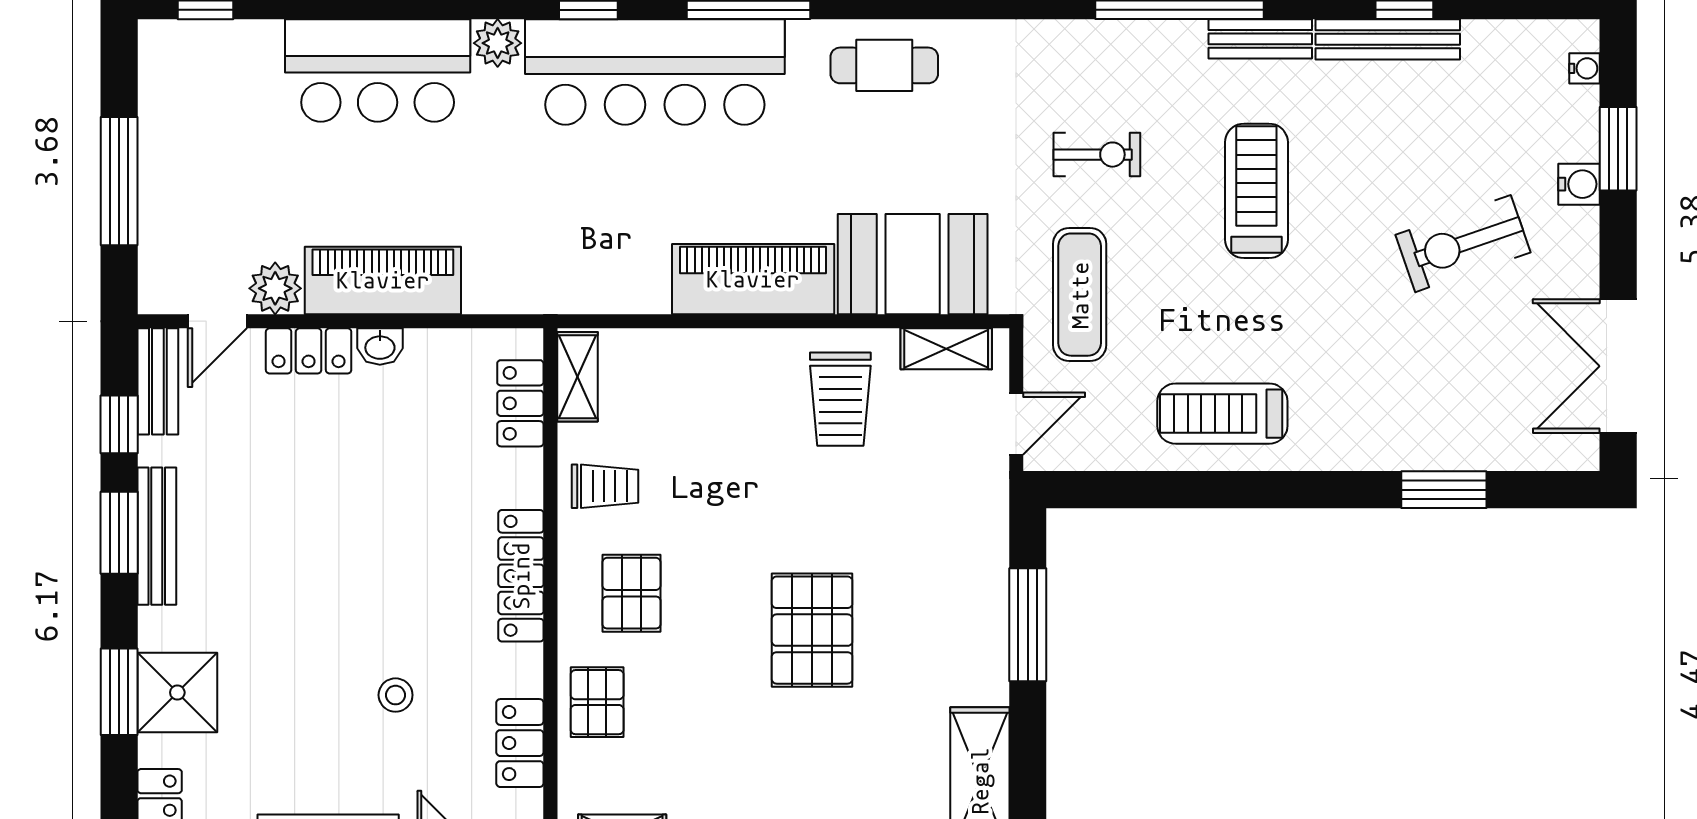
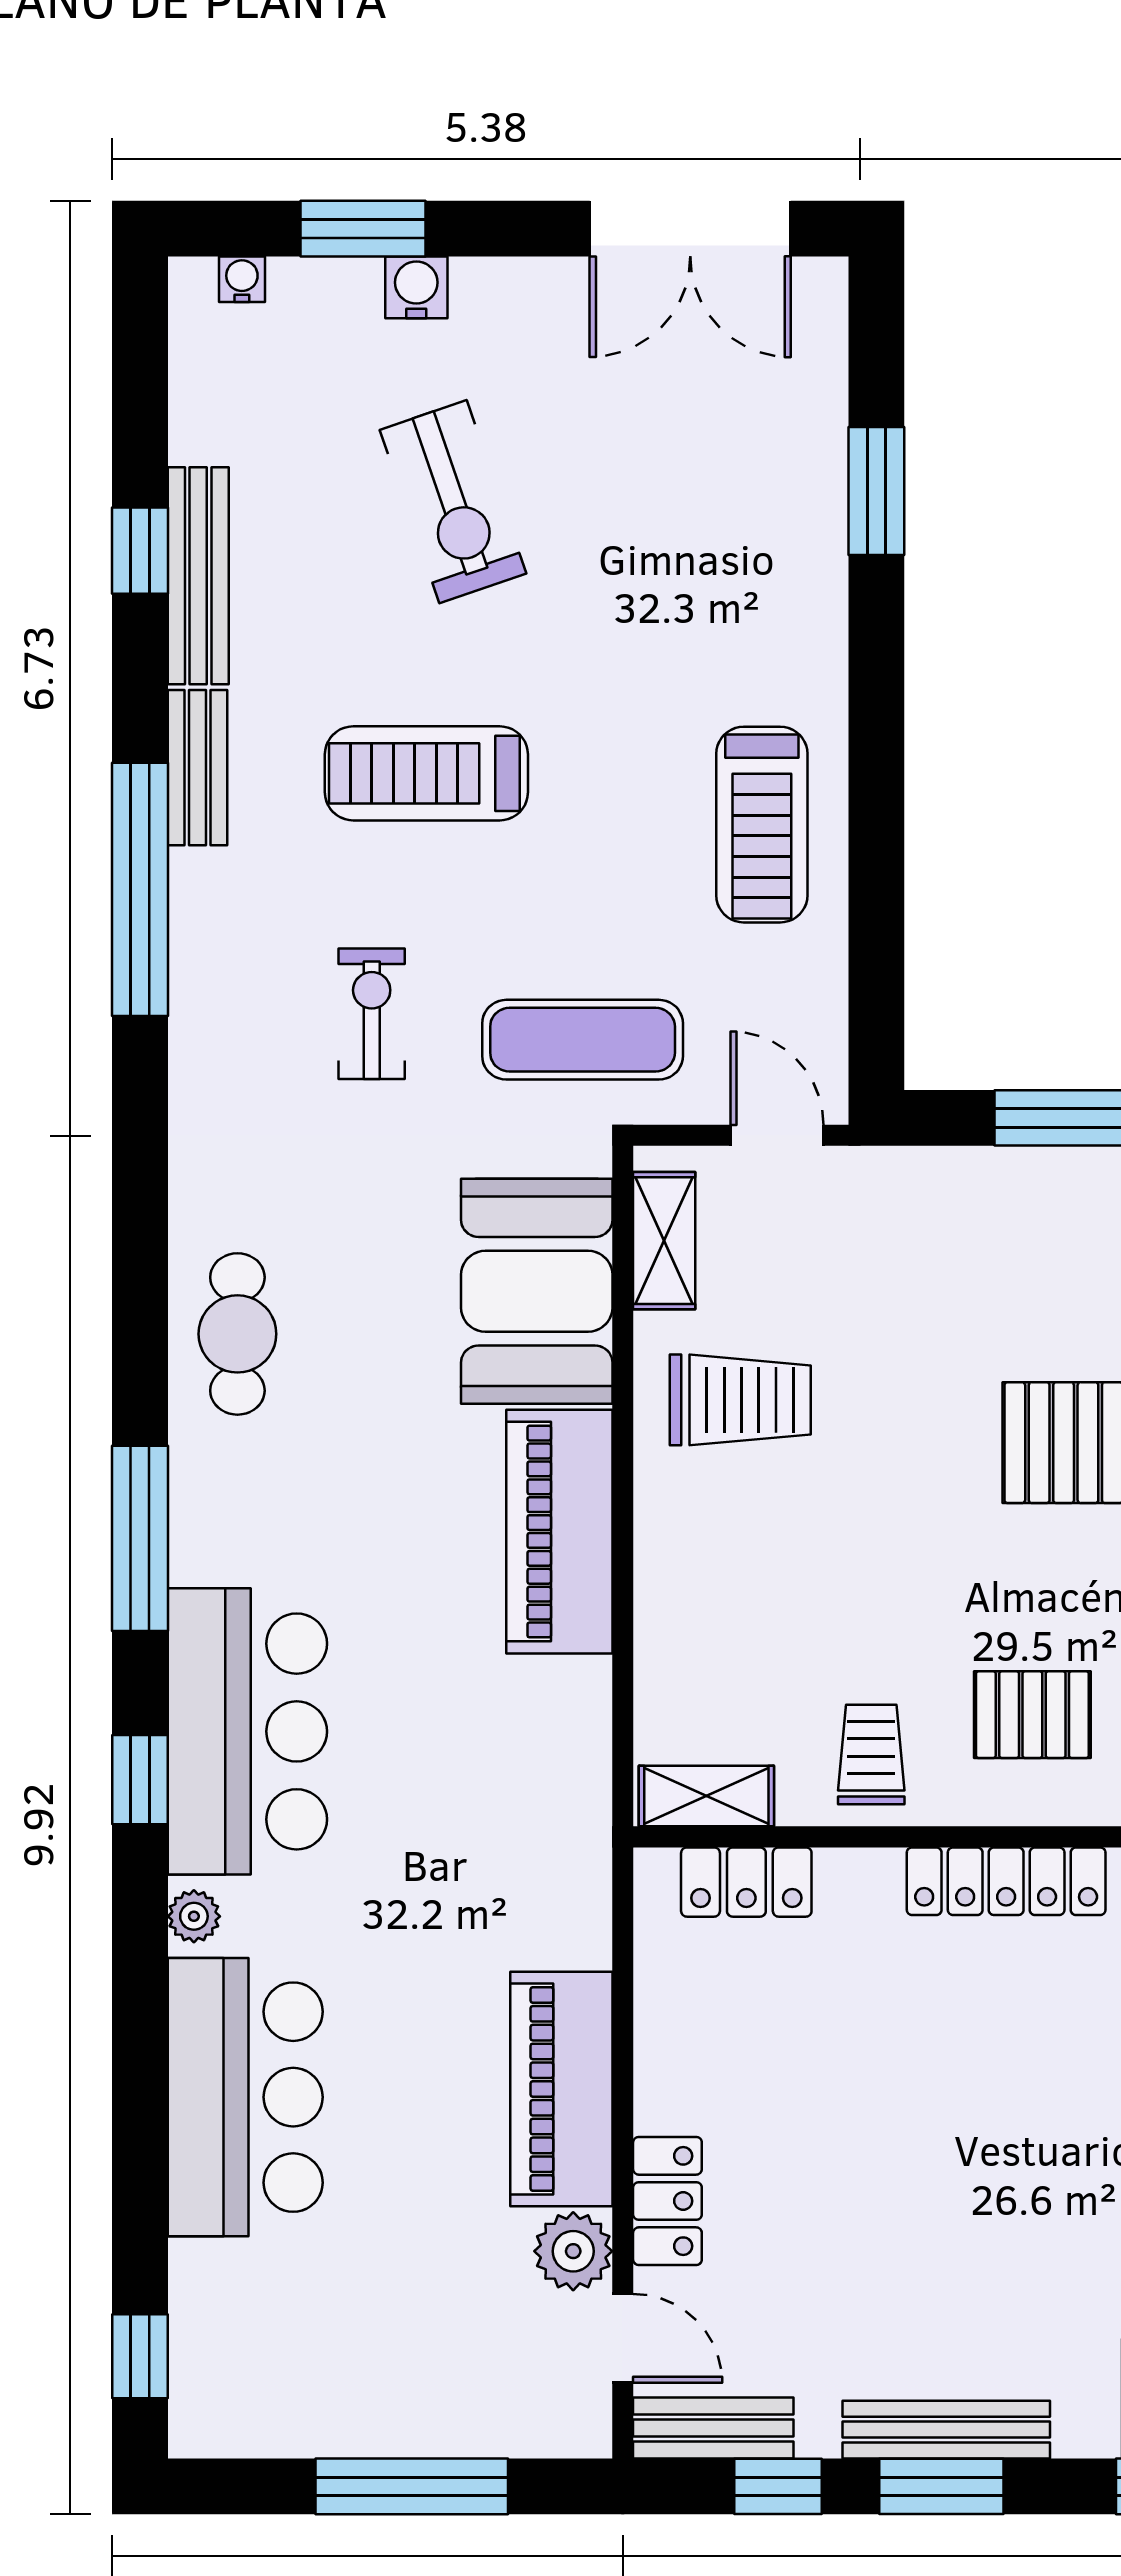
plant: (498, 43) -> (194, 1916), width x0.73, depth x0.73
bar counter: (655, 72) -> (247, 1731), width x0.73
exercise bike: (1463, 244) -> (453, 502), moved
washbasin: (380, 346) -> (661, 2094), removed

